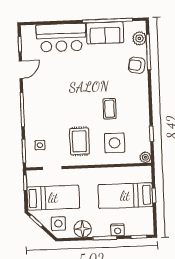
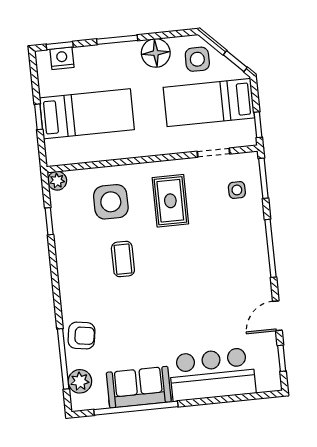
nightstand: (118, 230) -> (62, 58), moved

